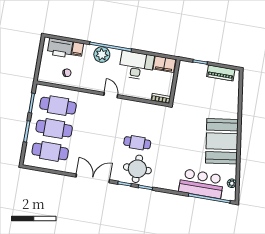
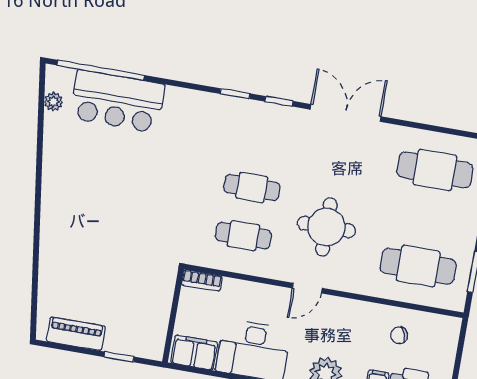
door: (111, 95) -> (307, 288), hinge flipped
cafe table: (54, 129) -> (243, 236), moved, width x0.73, depth x0.74
booth: (222, 141) -> (74, 190), removed
round table: (137, 169) -> (326, 227), moved
double door: (93, 178) -> (346, 113), swing flipped

